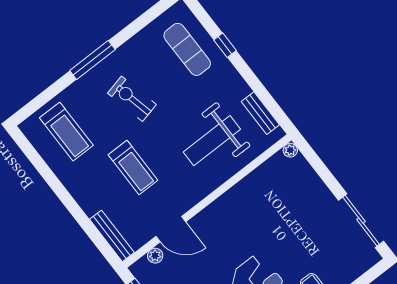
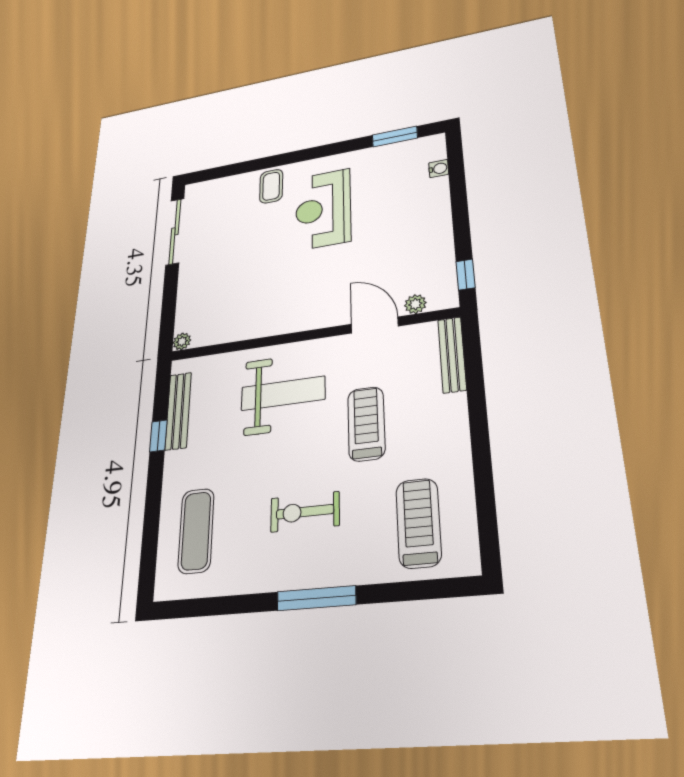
window: (225, 45) -> (158, 436), moved
exercise bike: (132, 99) -> (305, 512), turned 103
bench: (260, 113) -> (178, 411), width x1.36
weight bench: (212, 141) -> (283, 393), moved

